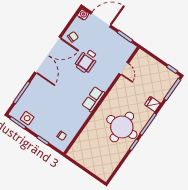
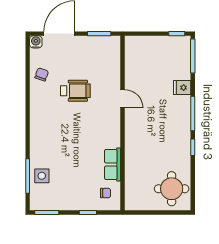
double door: (48, 55) -> (28, 114), removed
wheelchair: (87, 61) -> (75, 91), turned -90
door: (124, 68) -> (123, 99), moved
row of seats: (93, 99) -> (113, 164), moved
side table: (27, 118) -> (42, 176), moved
round table: (122, 127) -> (172, 189), moved, width x0.73, depth x0.73

